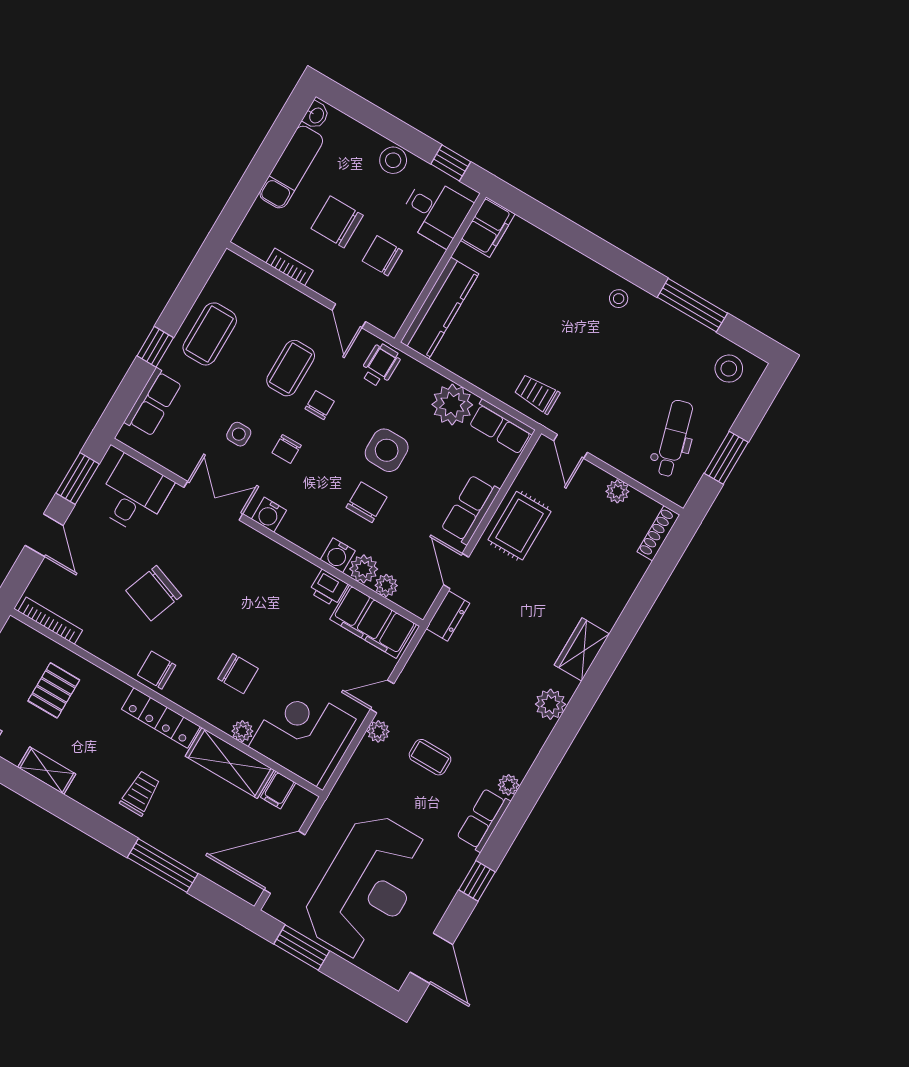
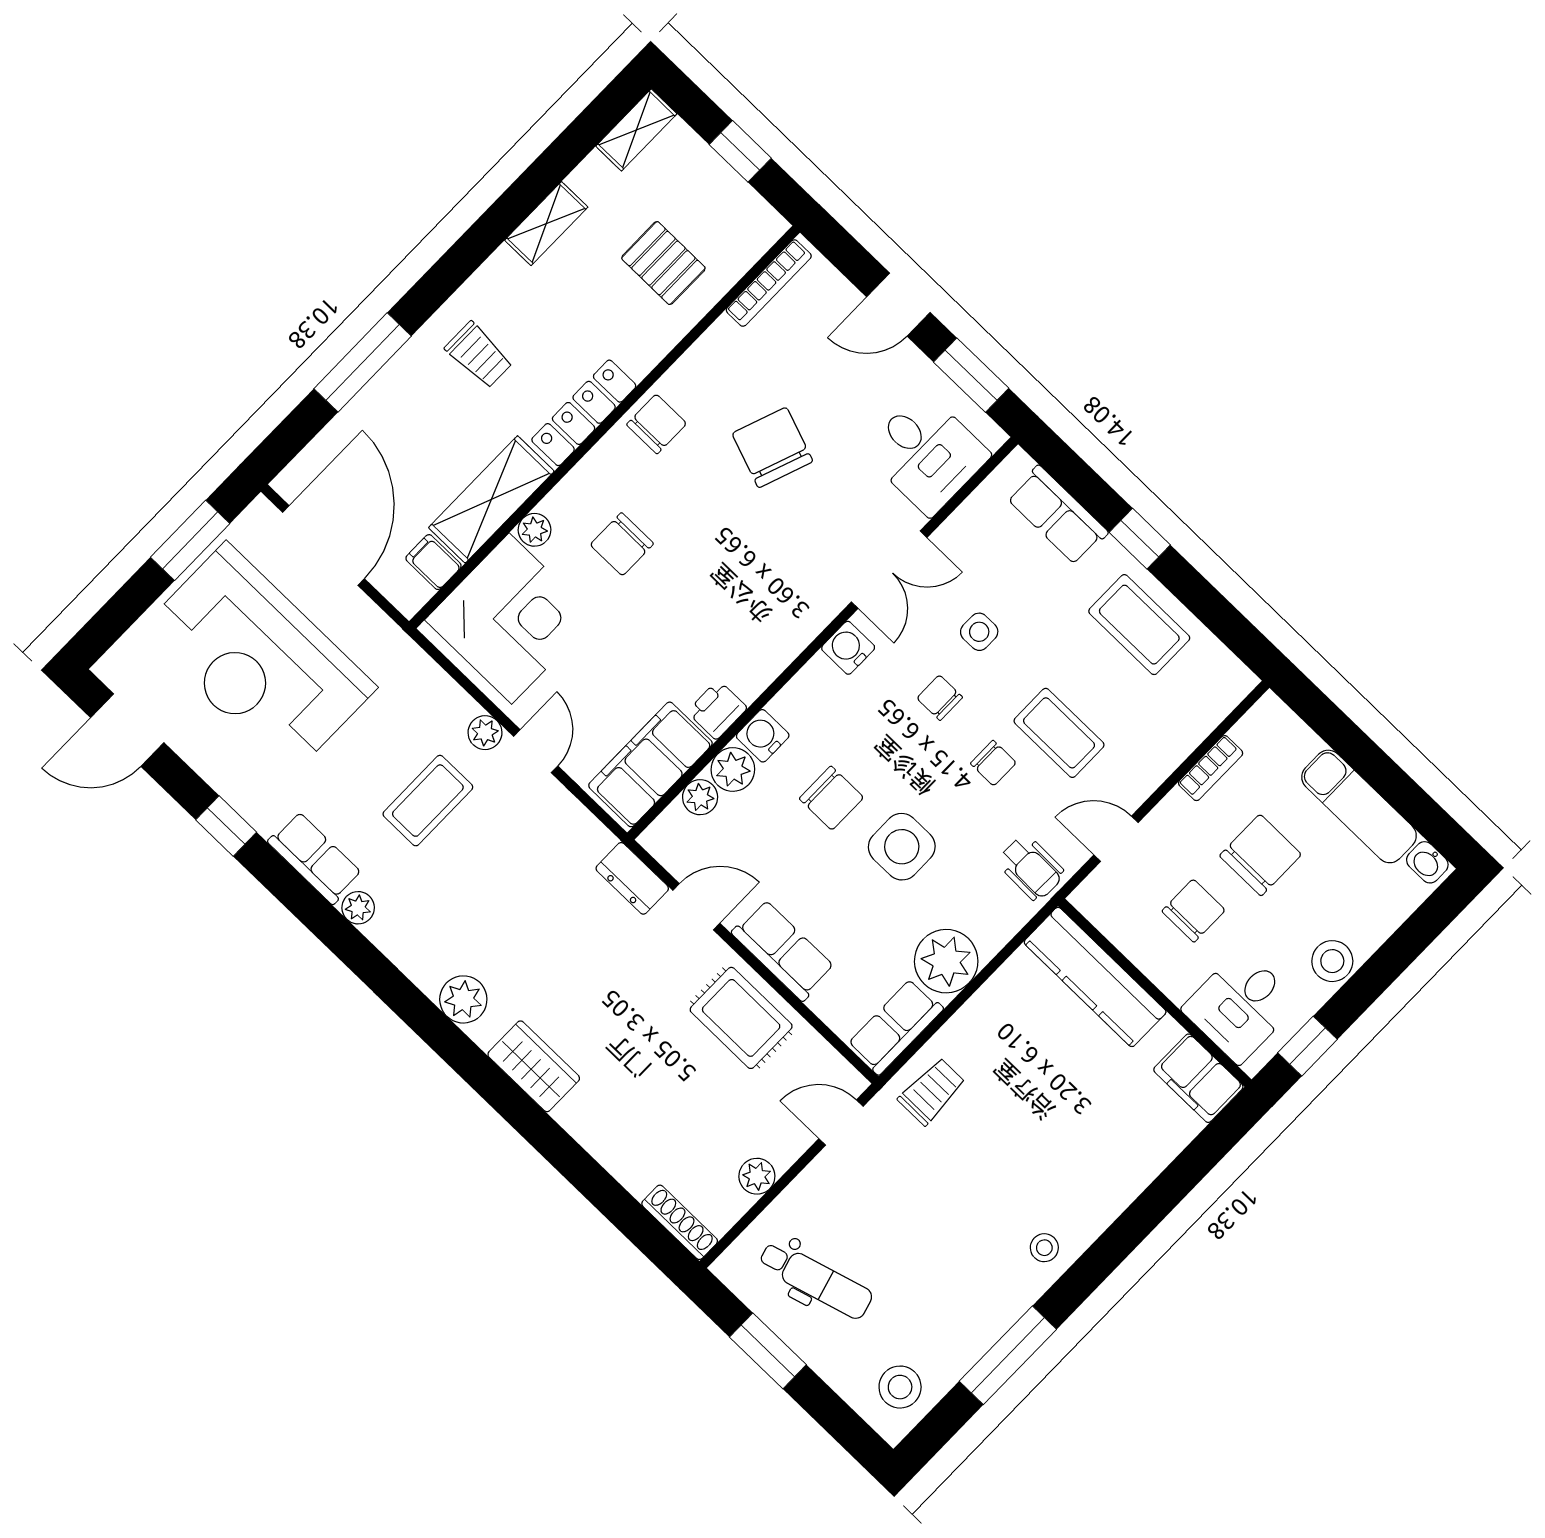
coffee table: (430, 757) -> (428, 801), width x1.36, depth x1.30

